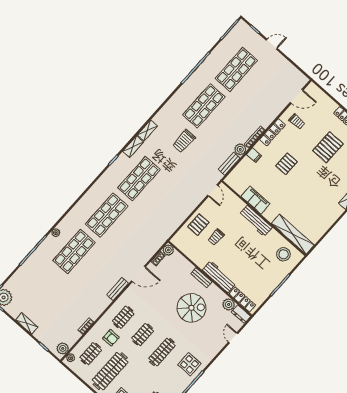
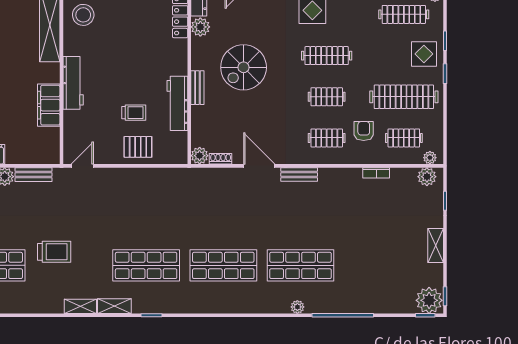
workbench: (219, 277) -> (177, 103), moved
spiral stairs: (191, 308) -> (244, 67), turned -90

